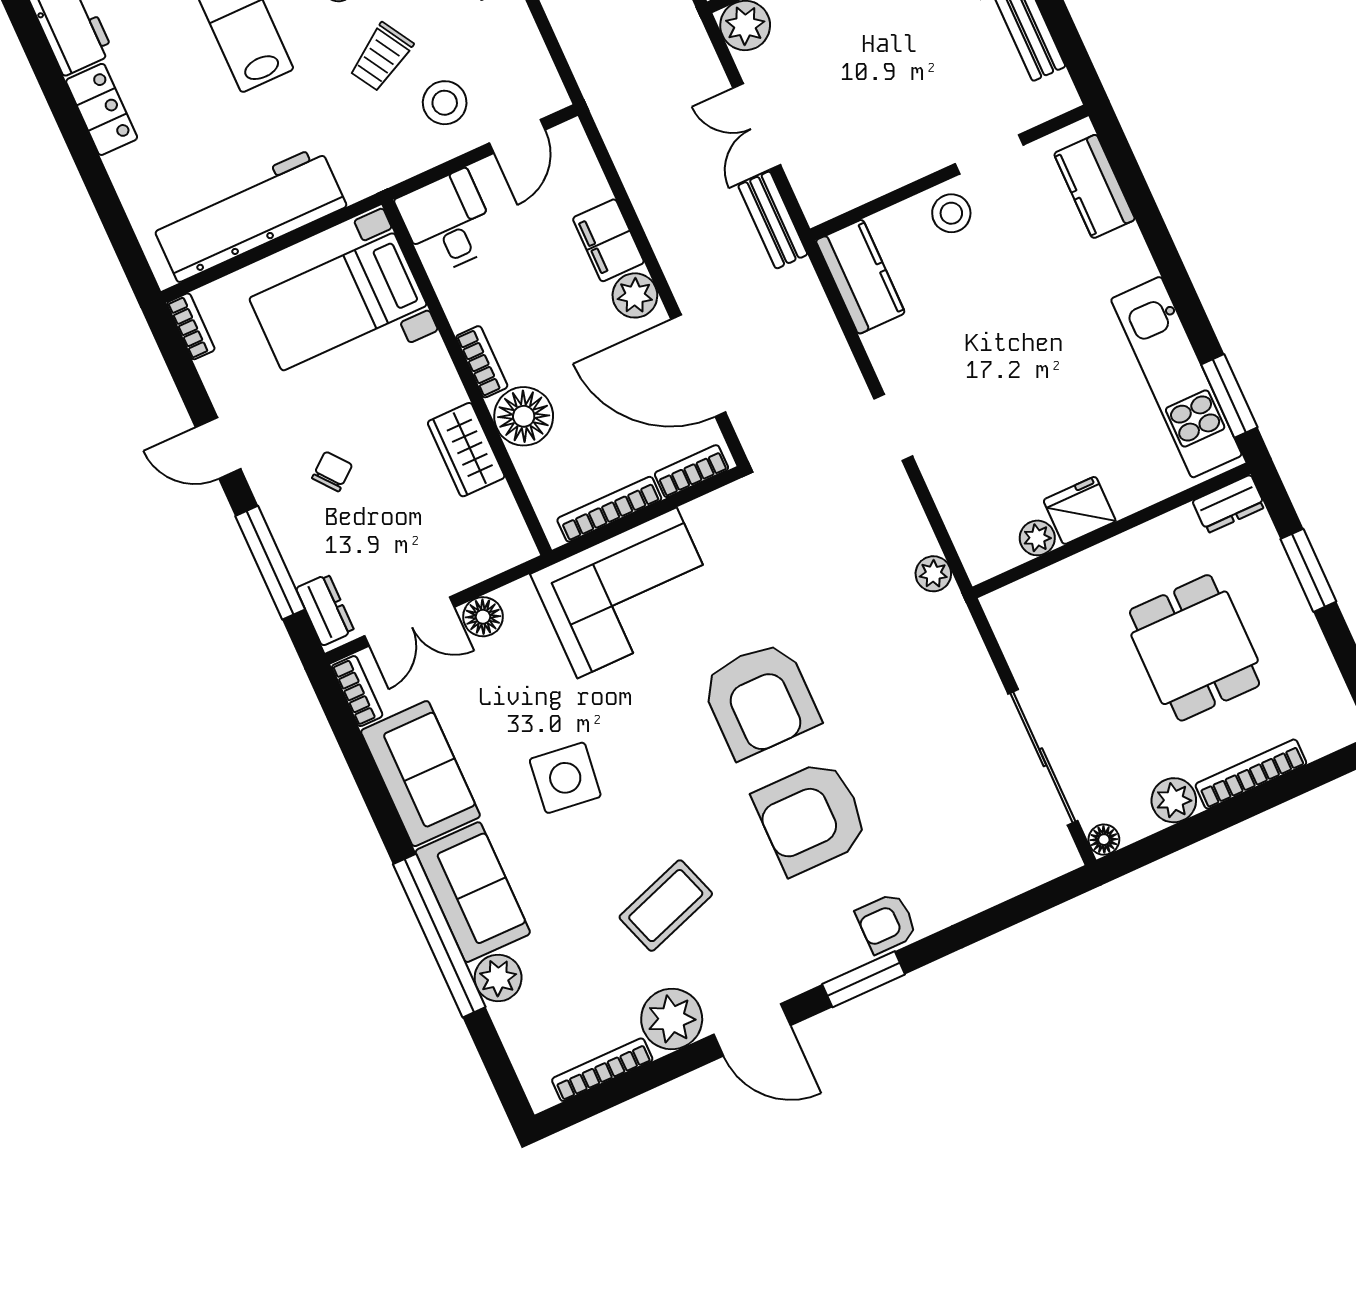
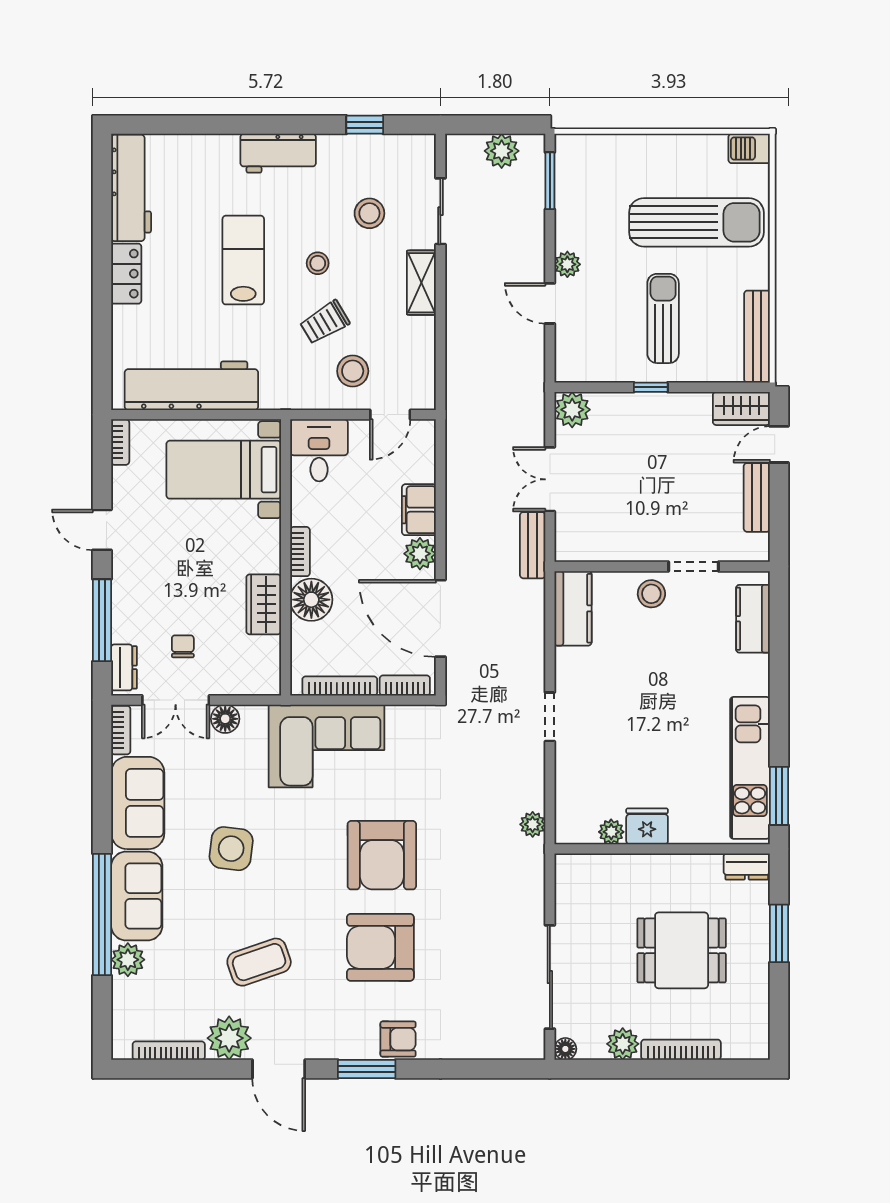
chair: (332, 472) -> (183, 646), moved, turned -51
dining table: (1195, 648) -> (682, 950), turned 90
armchair: (886, 923) -> (398, 1039), turned 180

